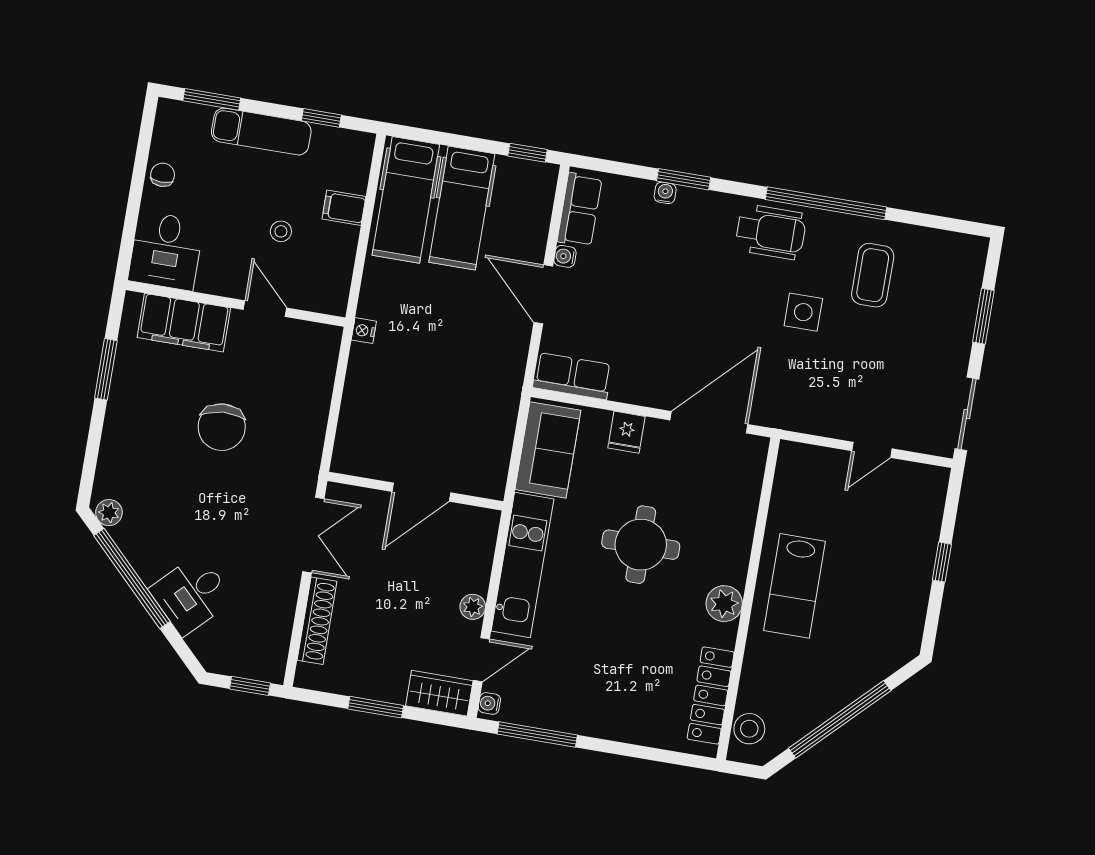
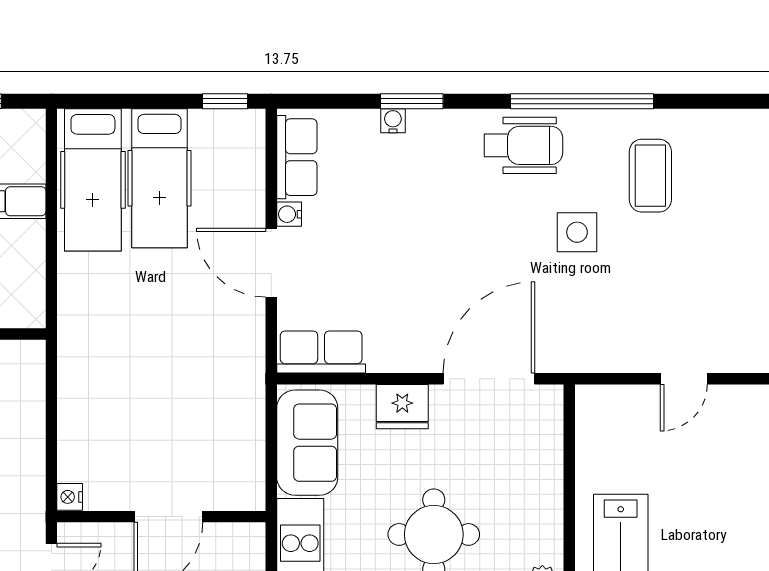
nightstand: (364, 331) -> (70, 497), moved
fridge: (627, 432) -> (402, 407), width x1.38

